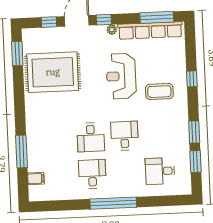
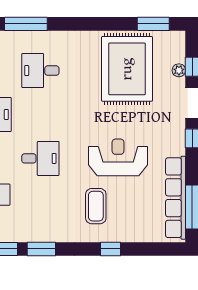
plant: (112, 30) -> (179, 70), moved
desk: (91, 137) -> (40, 71), moved

